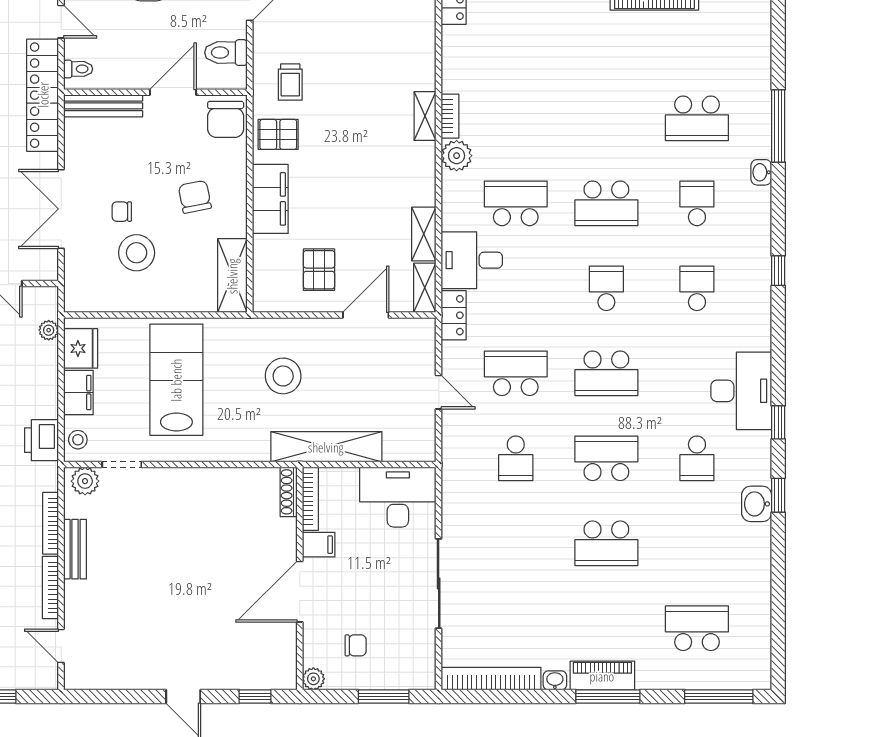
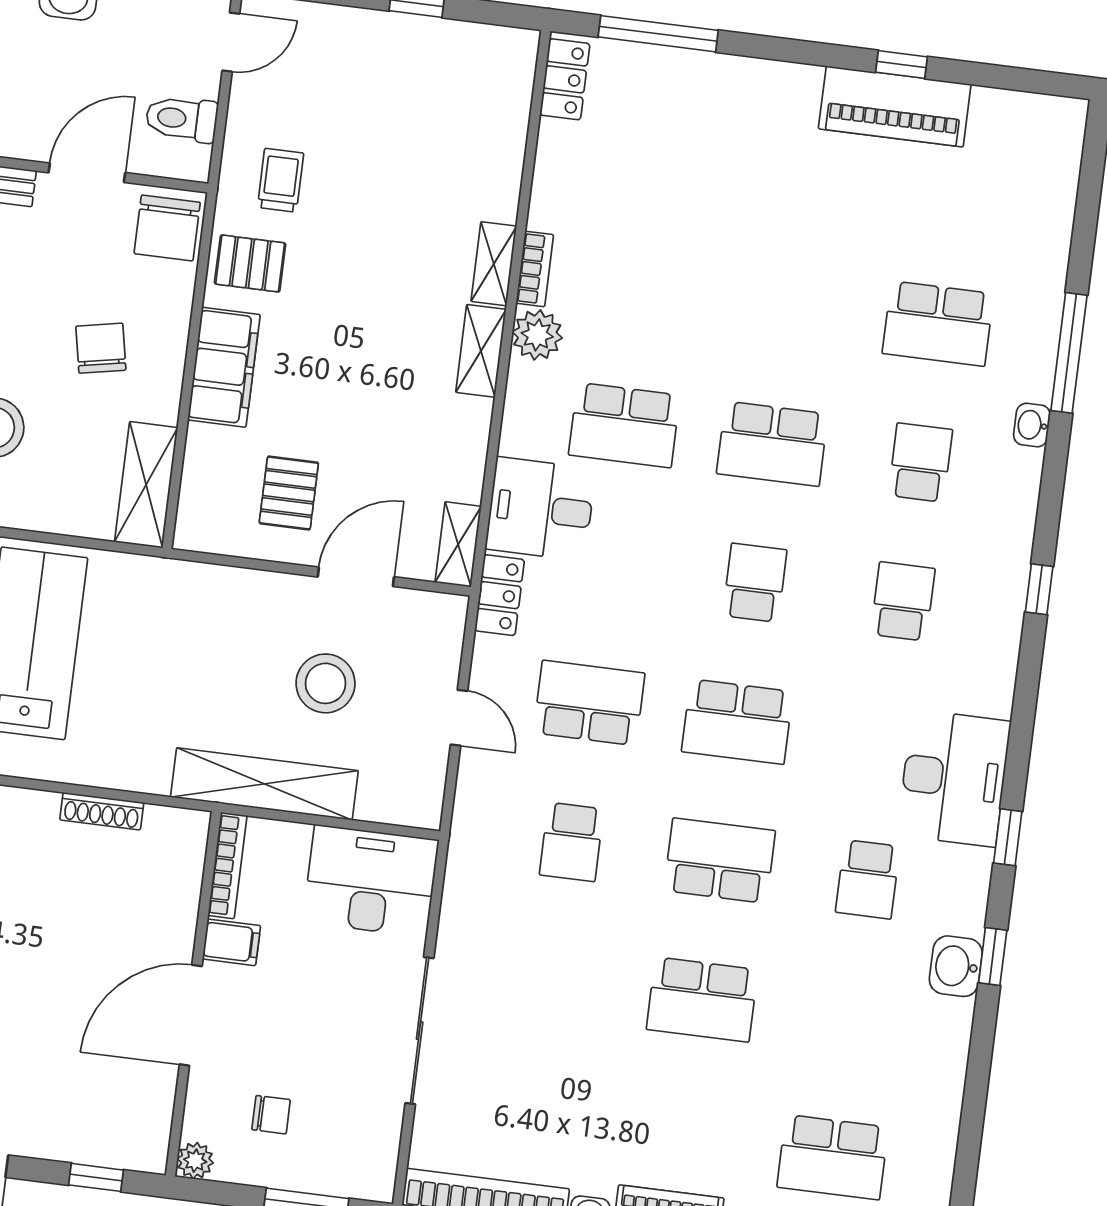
trolley: (290, 82) -> (281, 180), turned 180
school desk: (516, 203) -> (624, 425), turned 180
shelving: (424, 234) -> (481, 351), moved
stool: (283, 376) -> (325, 683), moved
shoe rack: (289, 492) -> (102, 811), moved, turned -90
school desk: (697, 628) -> (833, 1157), turned 180

